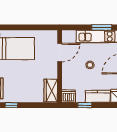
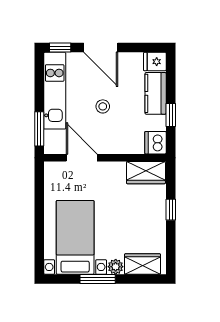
window: (102, 27) -> (39, 129), moved
window: (11, 105) -> (171, 210), moved

